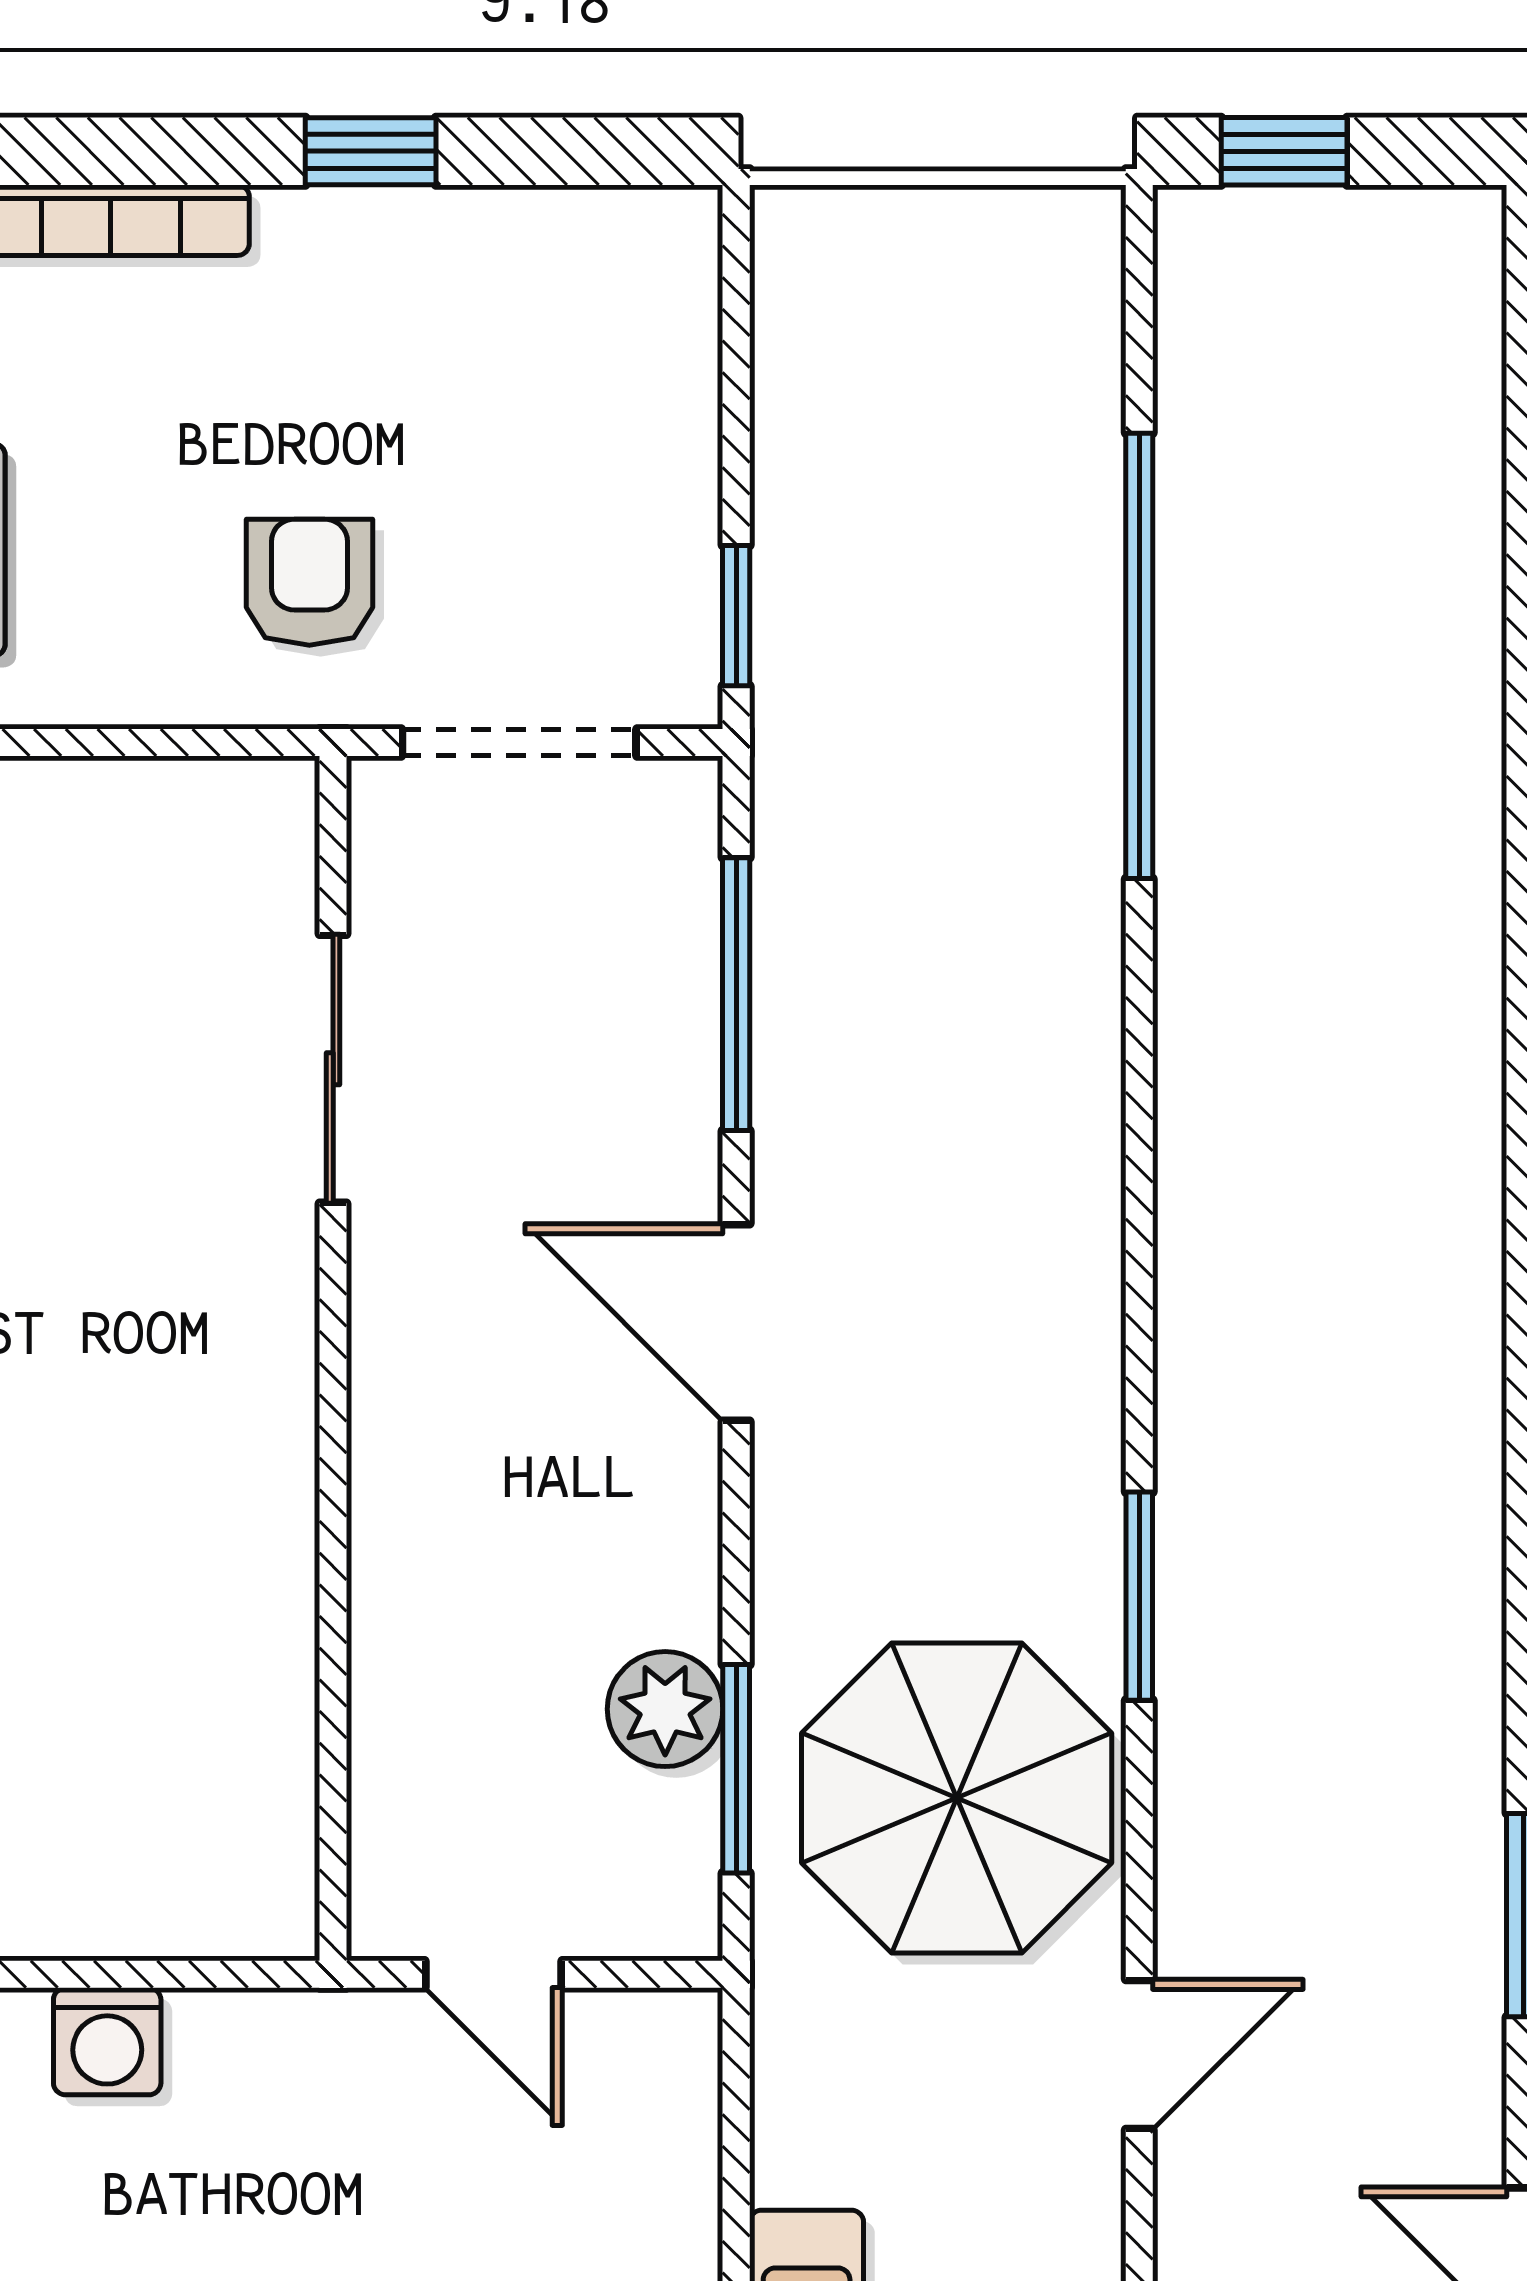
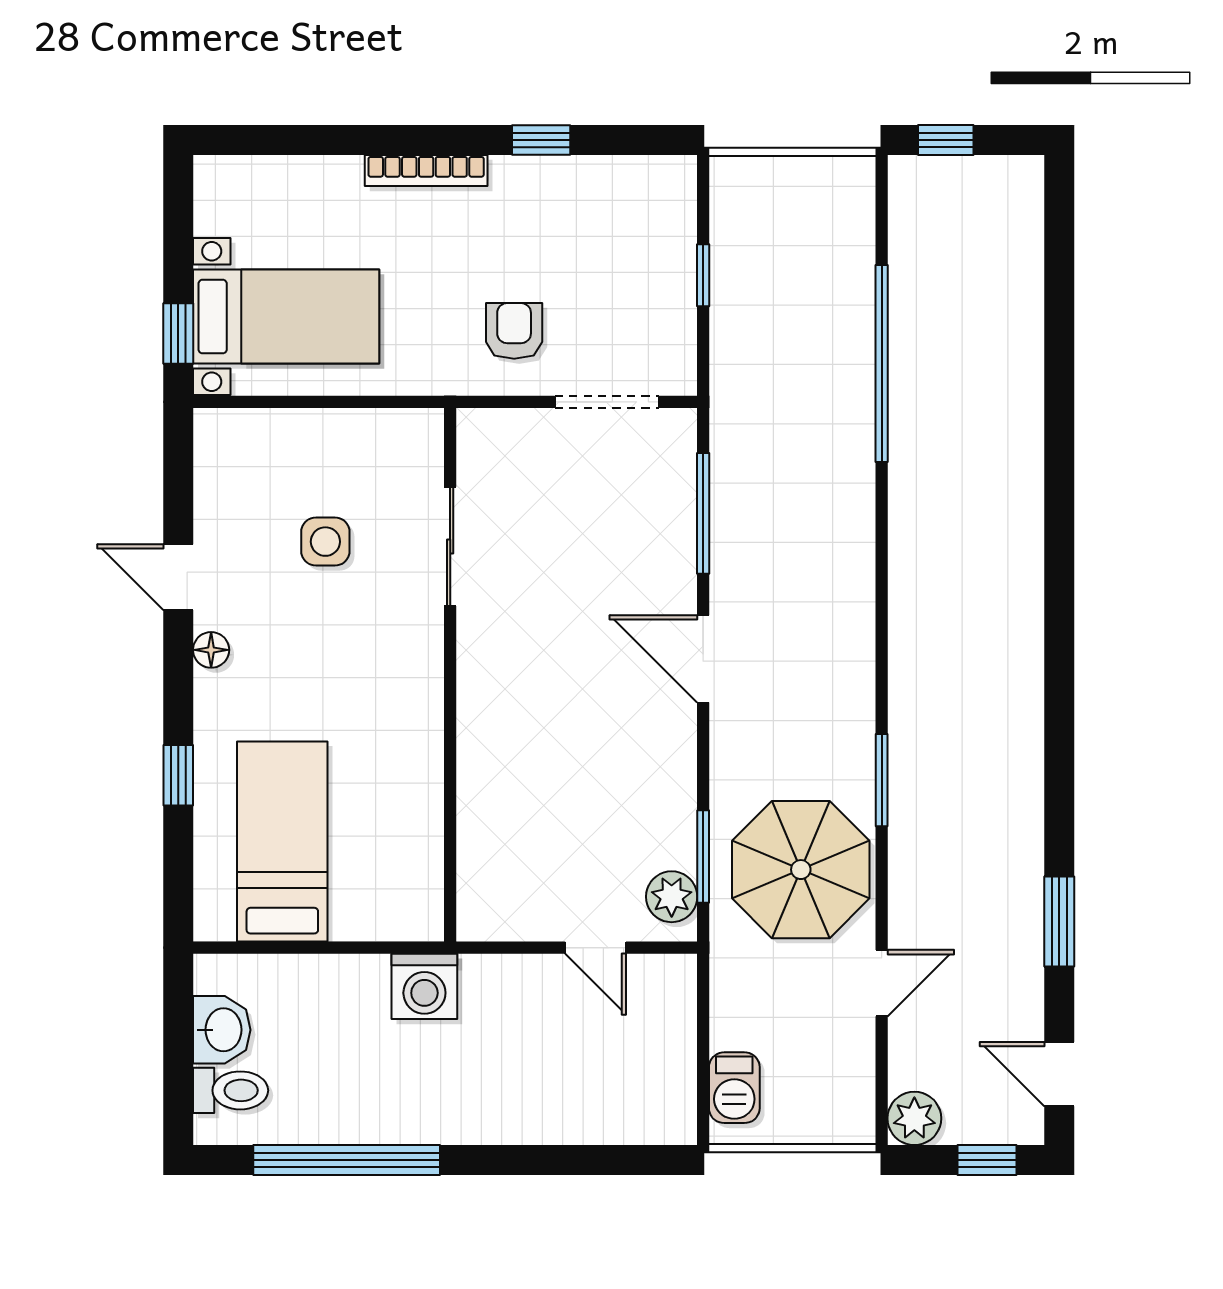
window: (736, 616) -> (703, 275), moved
sliding door: (333, 1069) -> (450, 546), moved
wall: (333, 1358) -> (450, 675), moved
plant: (665, 1709) -> (672, 897), moved
washing machine: (107, 2041) -> (424, 986), width x1.38, depth x1.38

